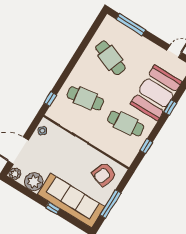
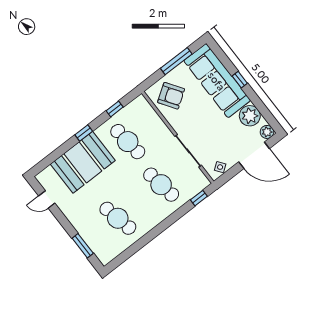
window: (131, 25) -> (83, 246), width x0.69
cafe table: (110, 58) -> (118, 218), turned -33
window: (170, 108) -> (84, 133), moved
armchair: (104, 174) -> (171, 96), turned 35

